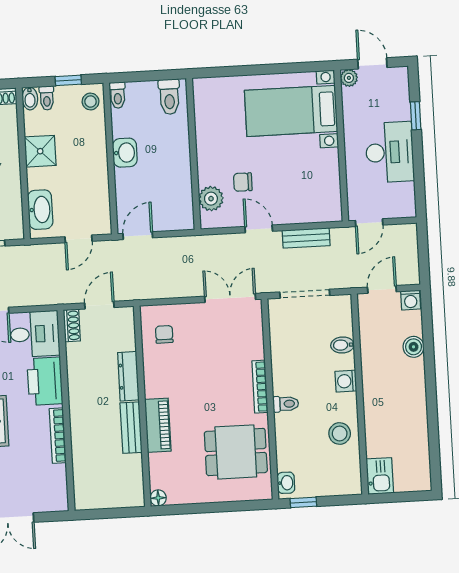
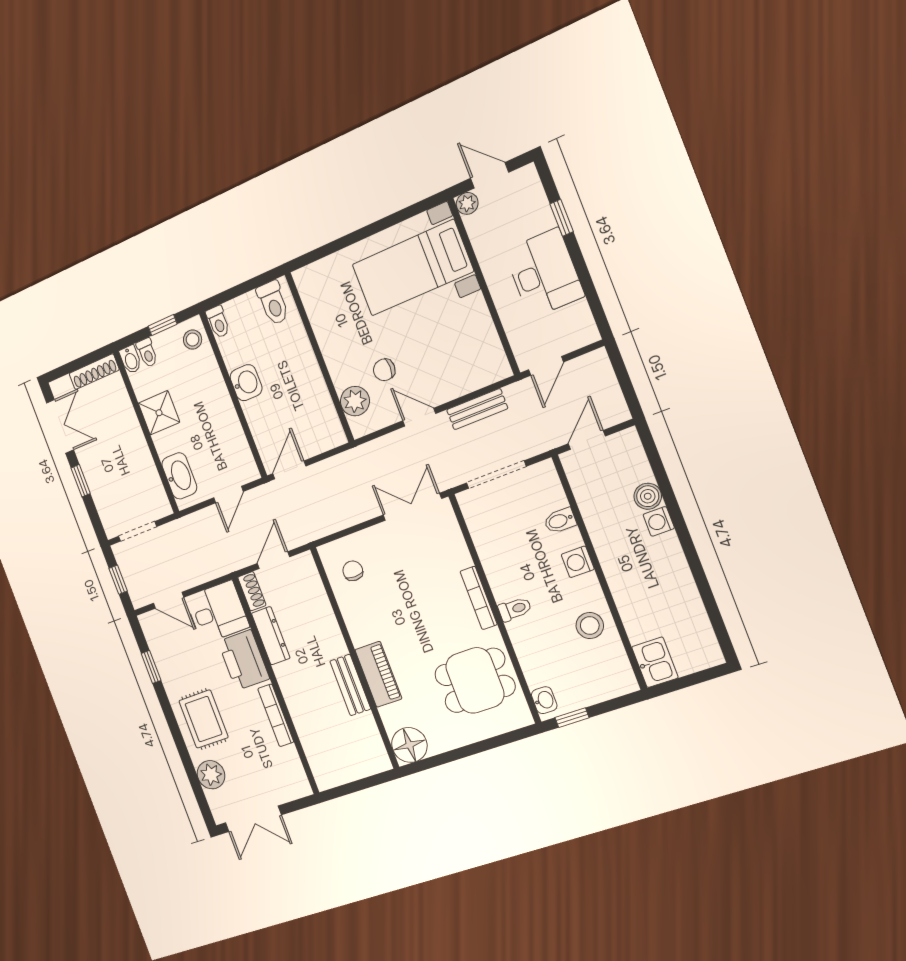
washing machine: (411, 300) -> (659, 521), moved, turned 90
dresser: (128, 376) -> (271, 636), moved, turned 180
floor lamp: (158, 498) -> (409, 745), width x1.89, depth x1.89

